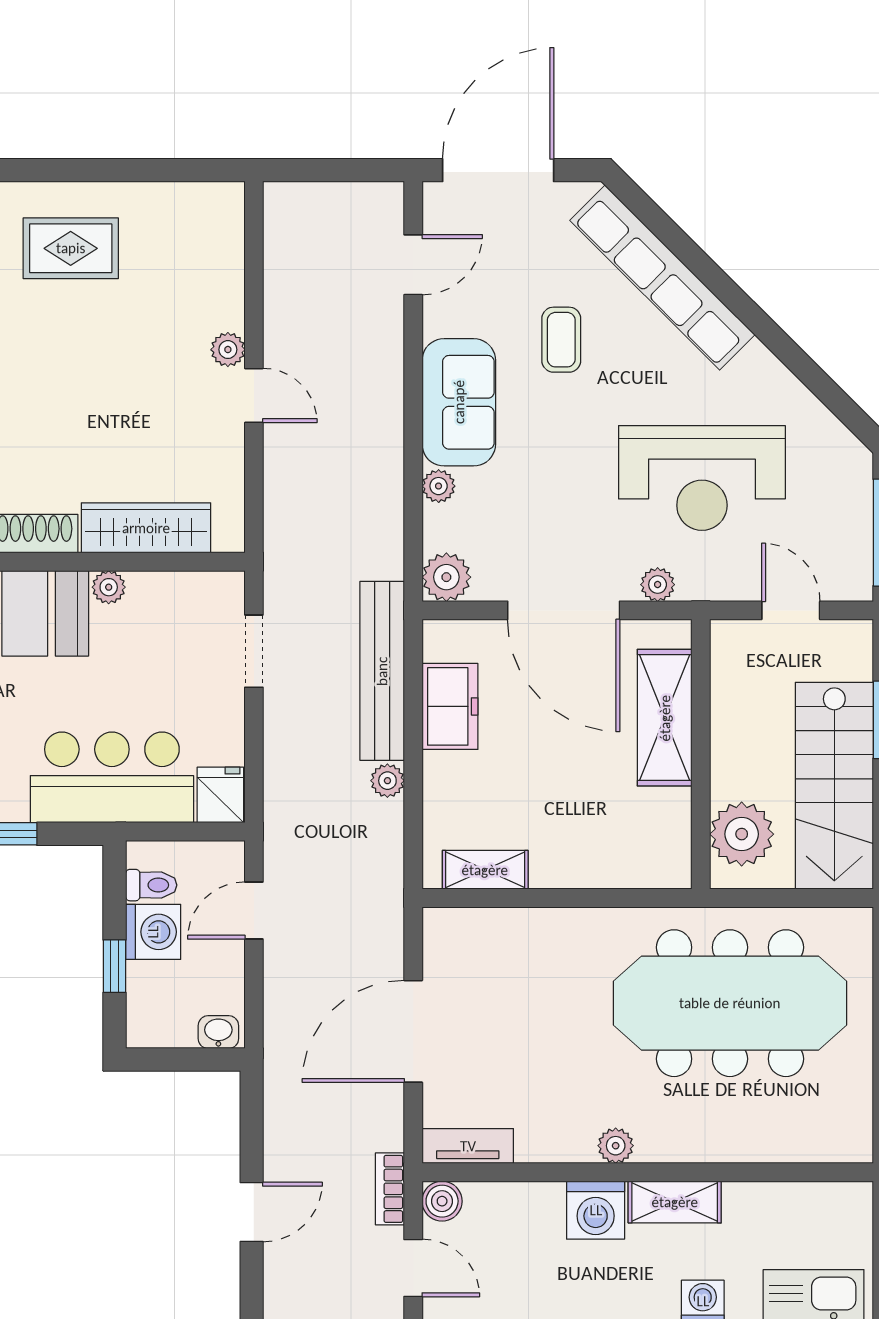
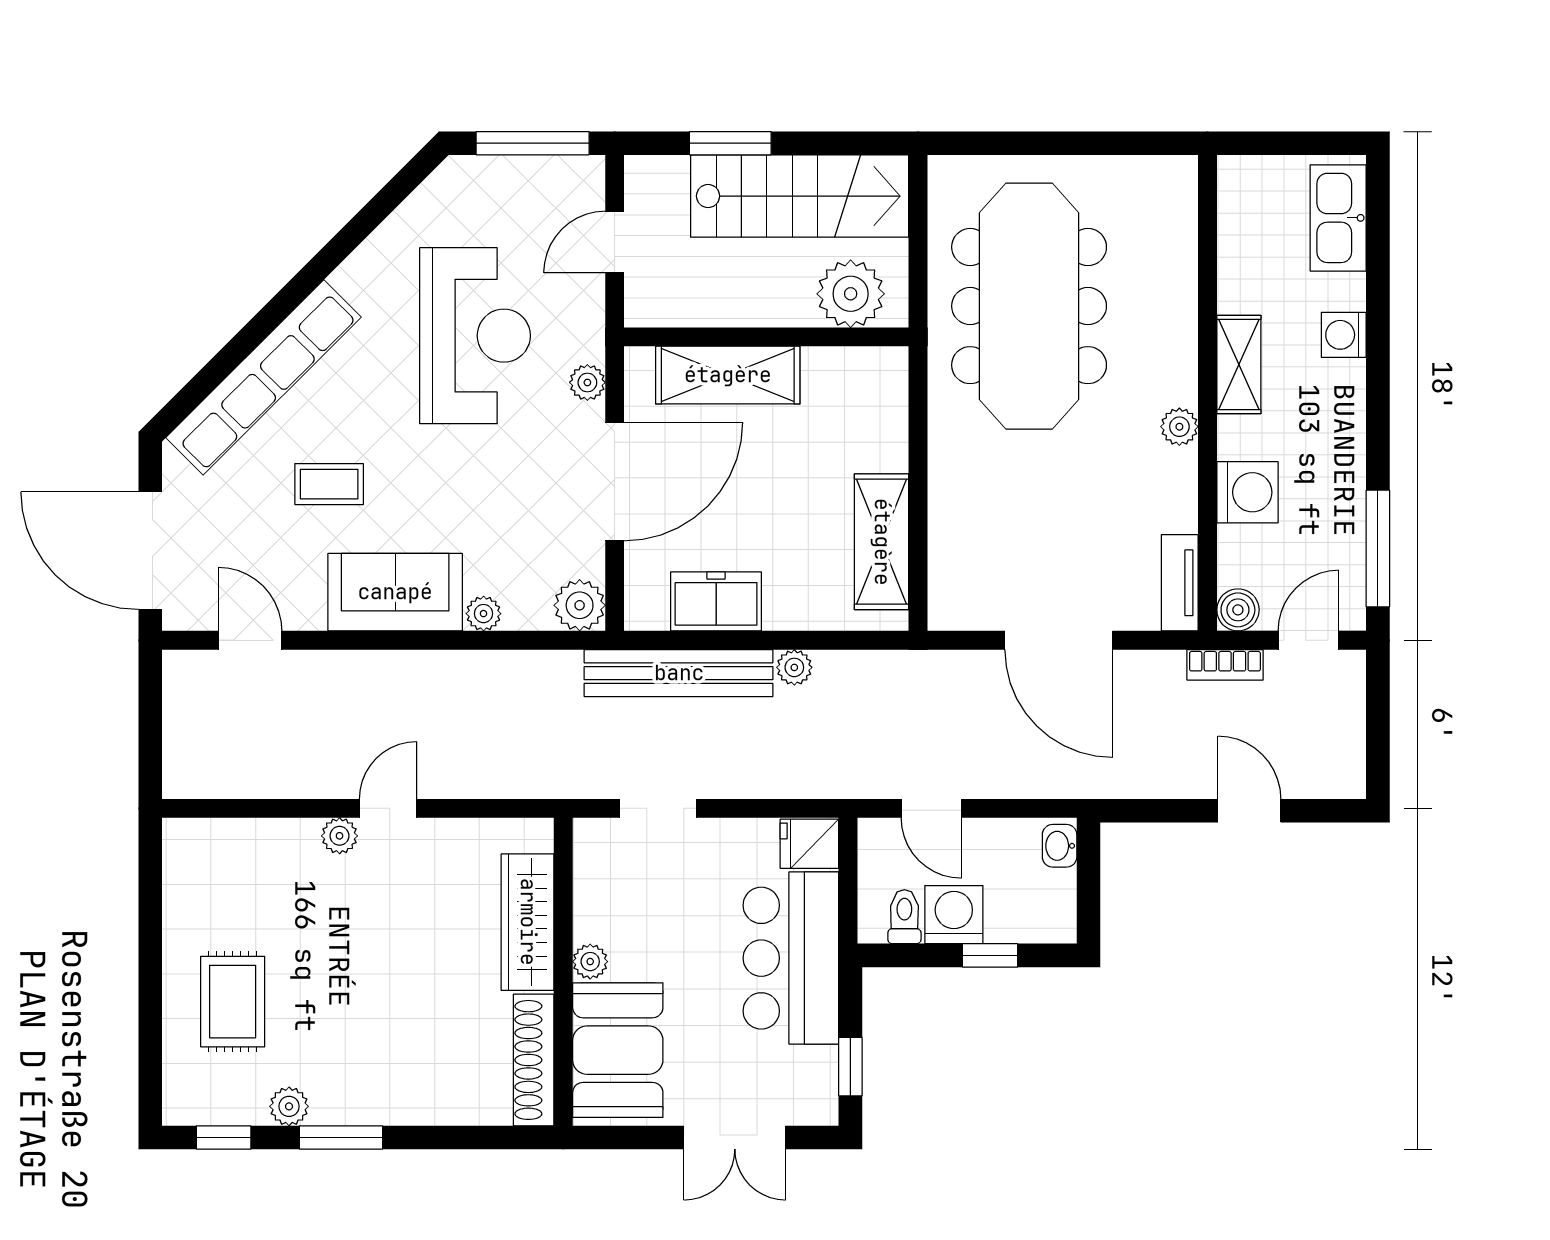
shelving: (485, 870) -> (882, 542), width x1.50, depth x1.33
washing machine: (596, 1210) -> (1247, 492), moved

